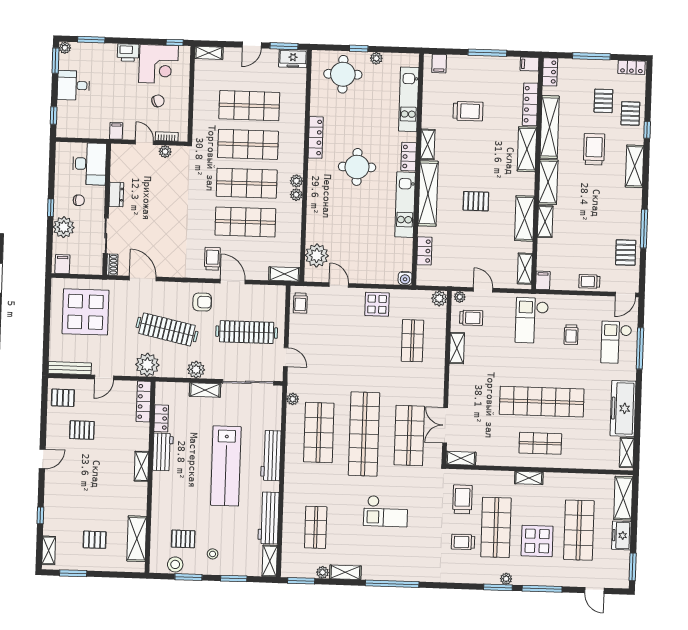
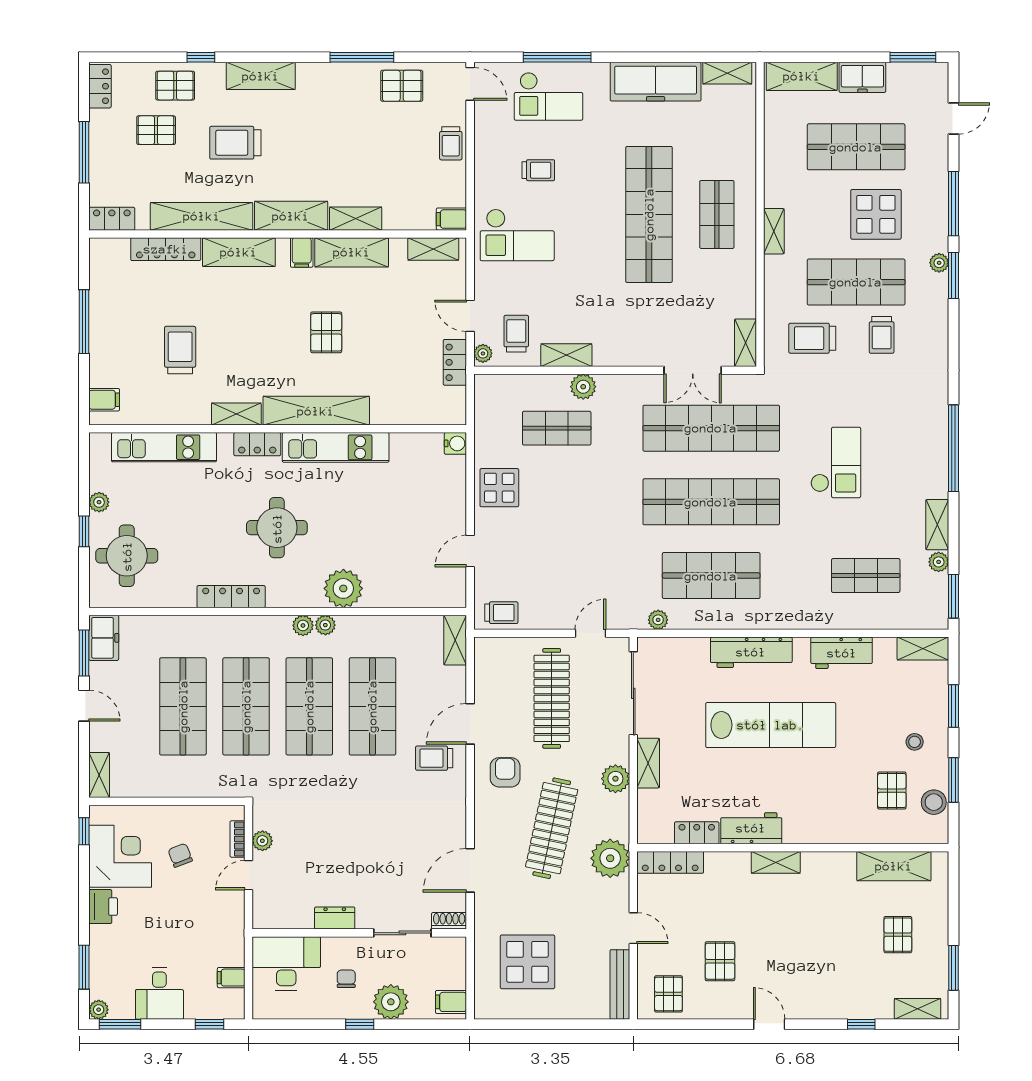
filing cabinet: (529, 64) -> (302, 252), moved
filing cabinet: (116, 131) -> (231, 978), moved
locker: (424, 251) -> (455, 362), moved, turned -90
plant: (317, 255) -> (343, 588), moved
door: (483, 290) -> (470, 316), hinge flipped
plant: (439, 298) -> (583, 387), moved
display table: (85, 312) -> (527, 962), width x0.73, depth x0.73
shop shelf: (409, 435) -> (711, 428), width x1.40
workbench: (268, 518) -> (842, 653), width x0.73

